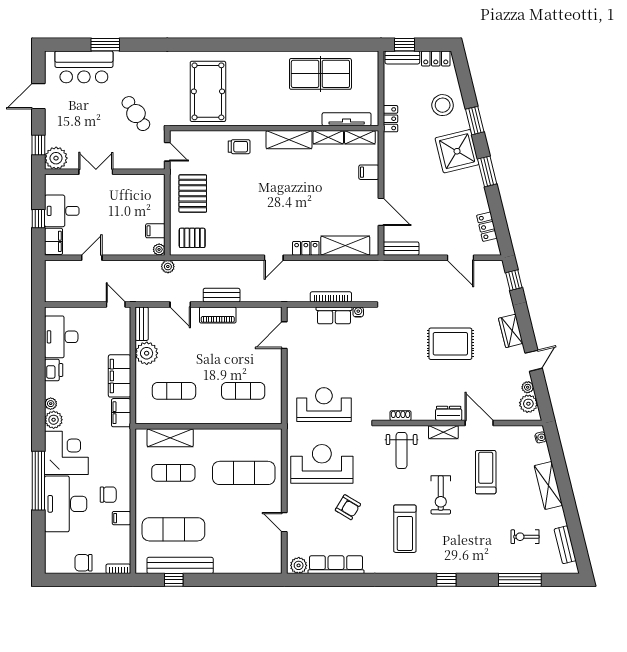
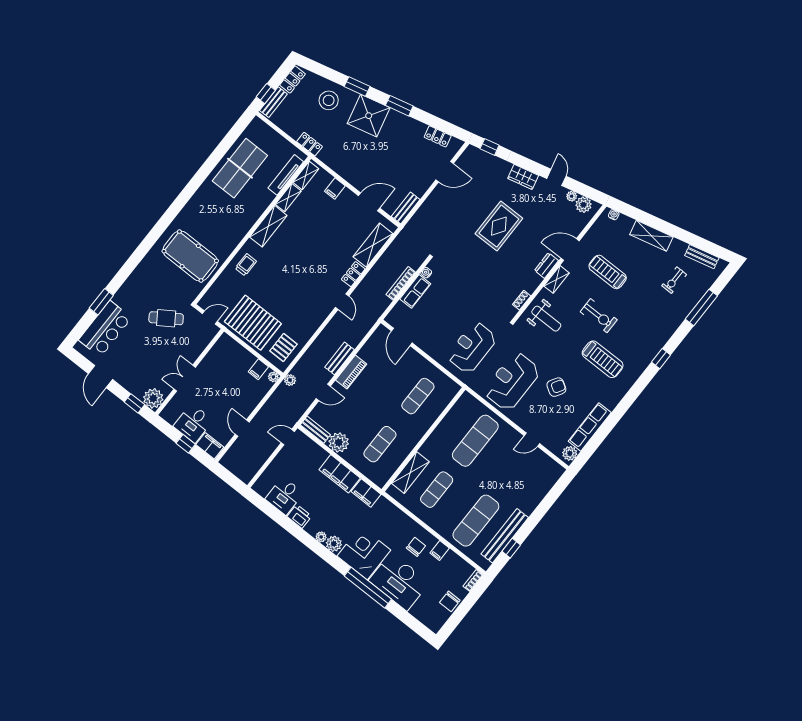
pallet: (193, 193) -> (253, 323), width x1.37, depth x1.41
desk: (61, 337) -> (284, 496), width x0.73

